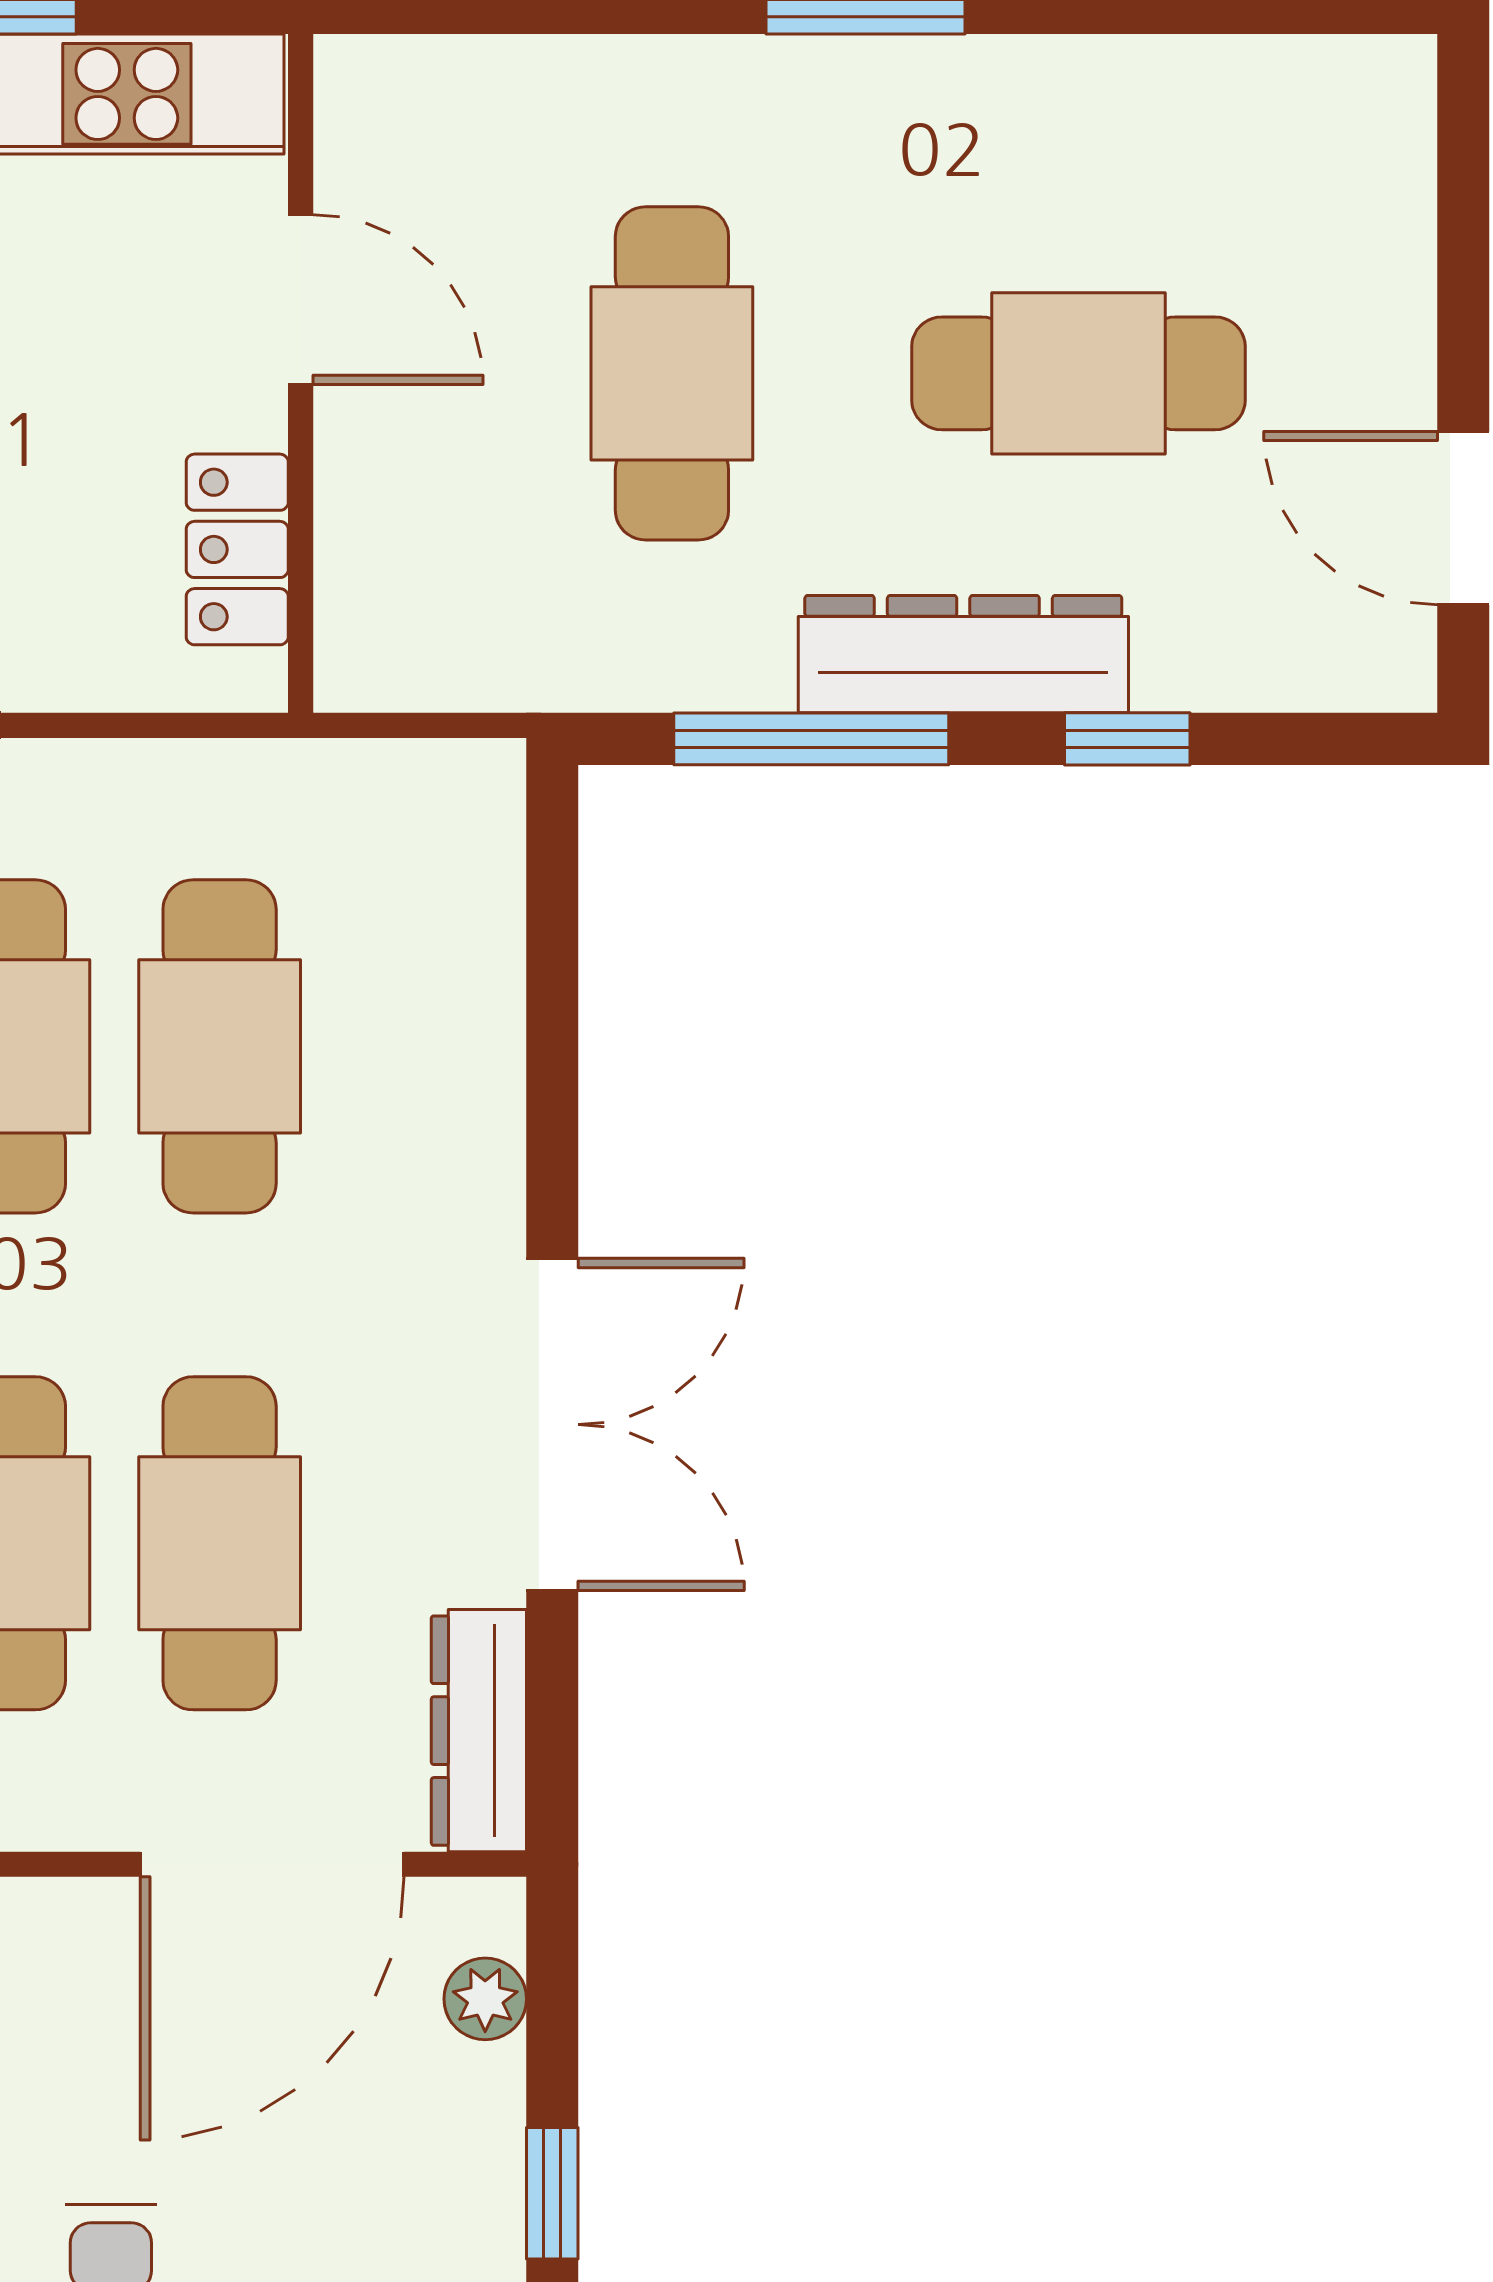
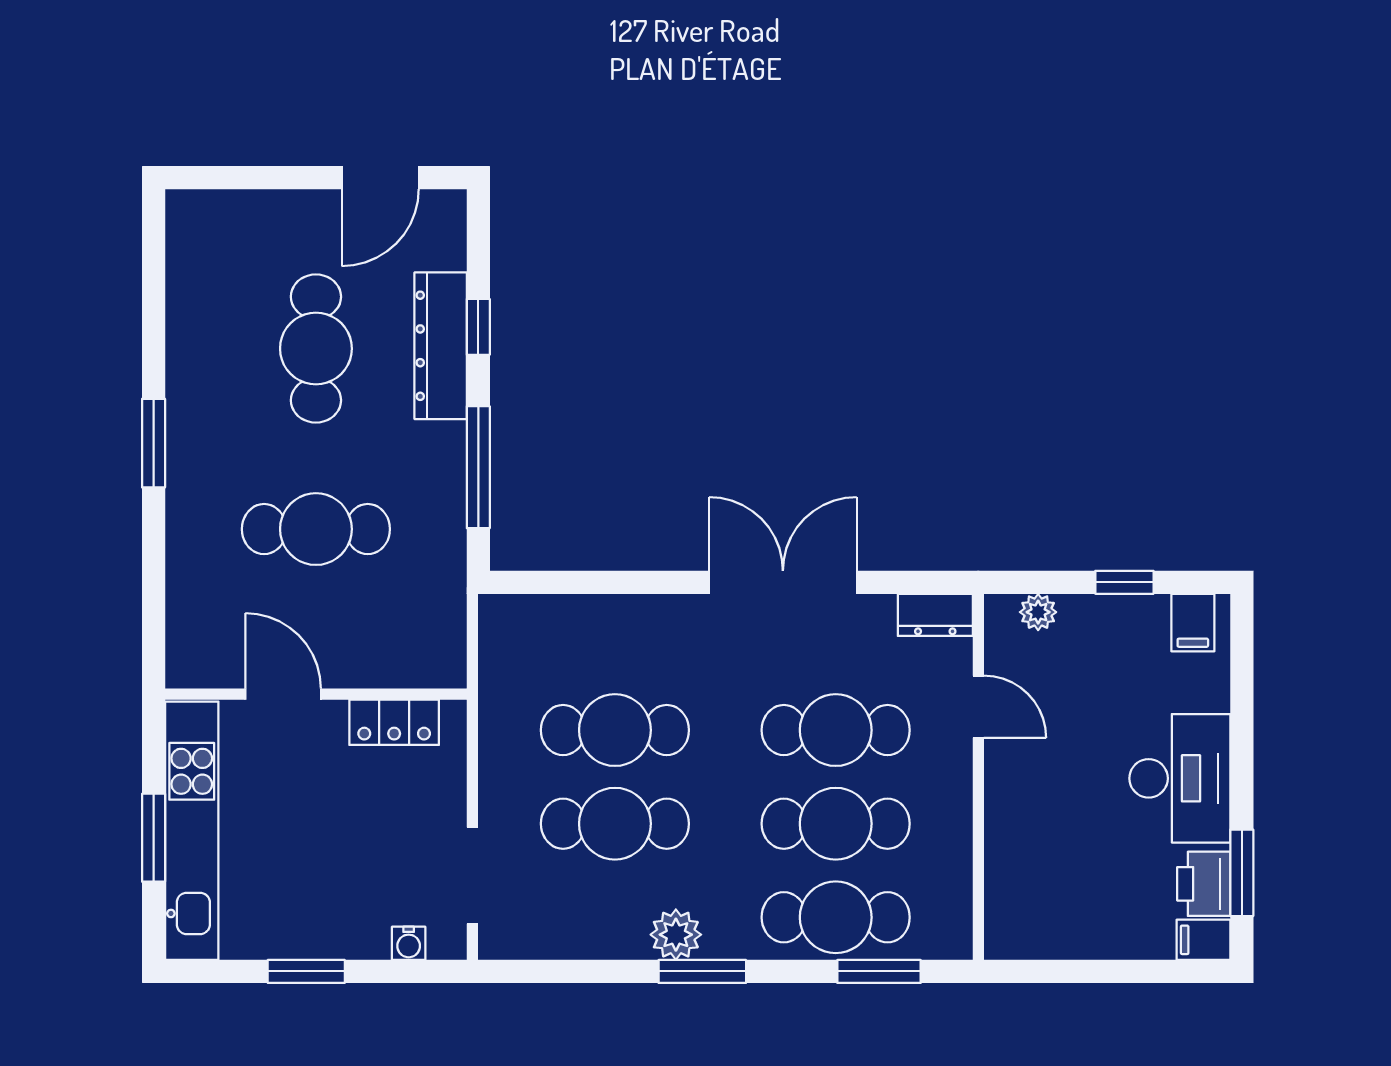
door: (301, 300) -> (283, 694), hinge flipped
dresser: (963, 654) -> (441, 346), moved
dresser: (479, 1731) -> (935, 615), width x0.70
door: (272, 1864) -> (978, 707), width x0.53

